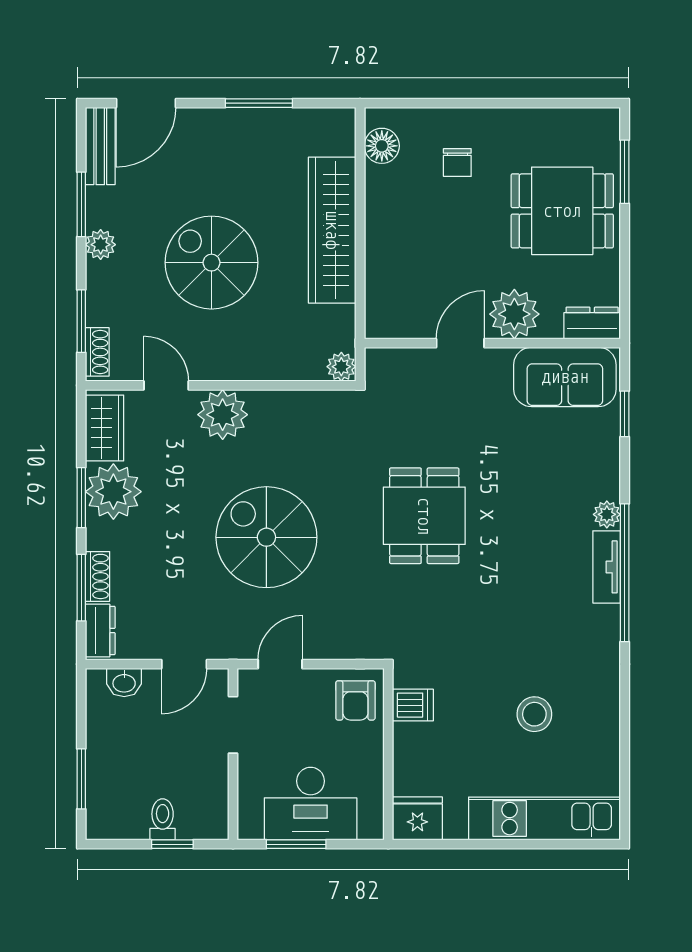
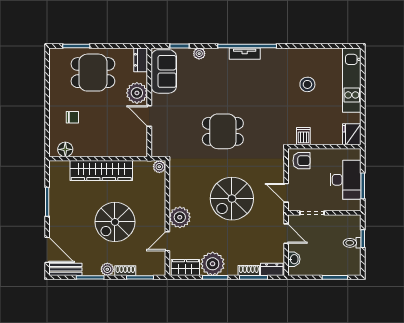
dining table: (562, 211) -> (93, 73), turned 90
shoe rack: (97, 352) -> (125, 271), moved
plant: (607, 514) -> (199, 54), moved

